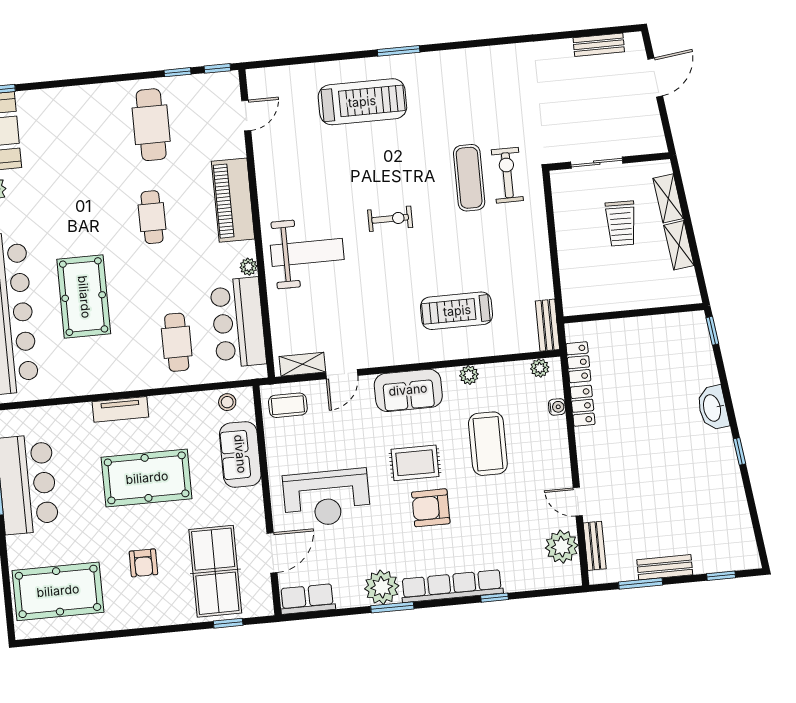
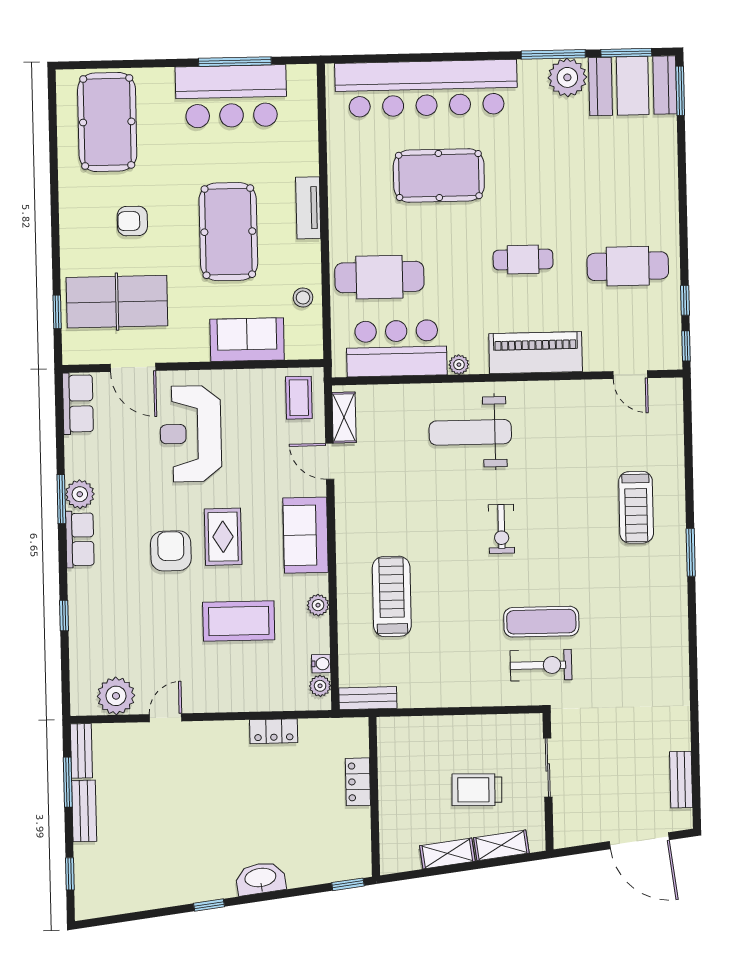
door: (655, 77) -> (639, 841), width x1.36
treadmill: (362, 102) -> (636, 507), width x0.73, depth x0.73
weight bench: (307, 252) -> (470, 432), turned 90
cafe table: (177, 342) -> (379, 277), width x1.37, depth x1.35
locker: (578, 362) -> (358, 782), moved, turned 90
stool: (227, 402) -> (303, 298), moved
water cooler: (557, 407) -> (321, 664), moved, turned -90
bench: (595, 546) -> (81, 751), moved, turned 90
row of seats: (452, 586) -> (80, 539), width x0.50
plant: (382, 587) -> (80, 494), width x0.73, depth x0.73

